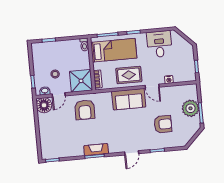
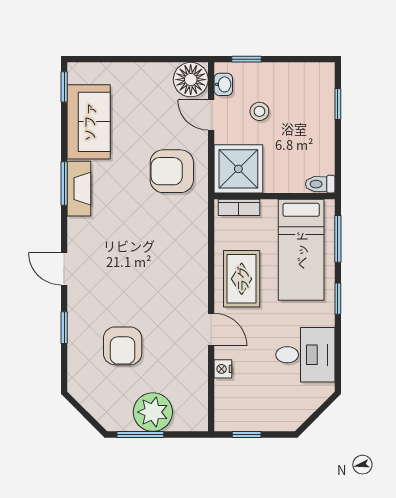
door: (152, 86) -> (211, 330), swing flipped
sofa: (129, 99) -> (89, 122), moved, turned 180

